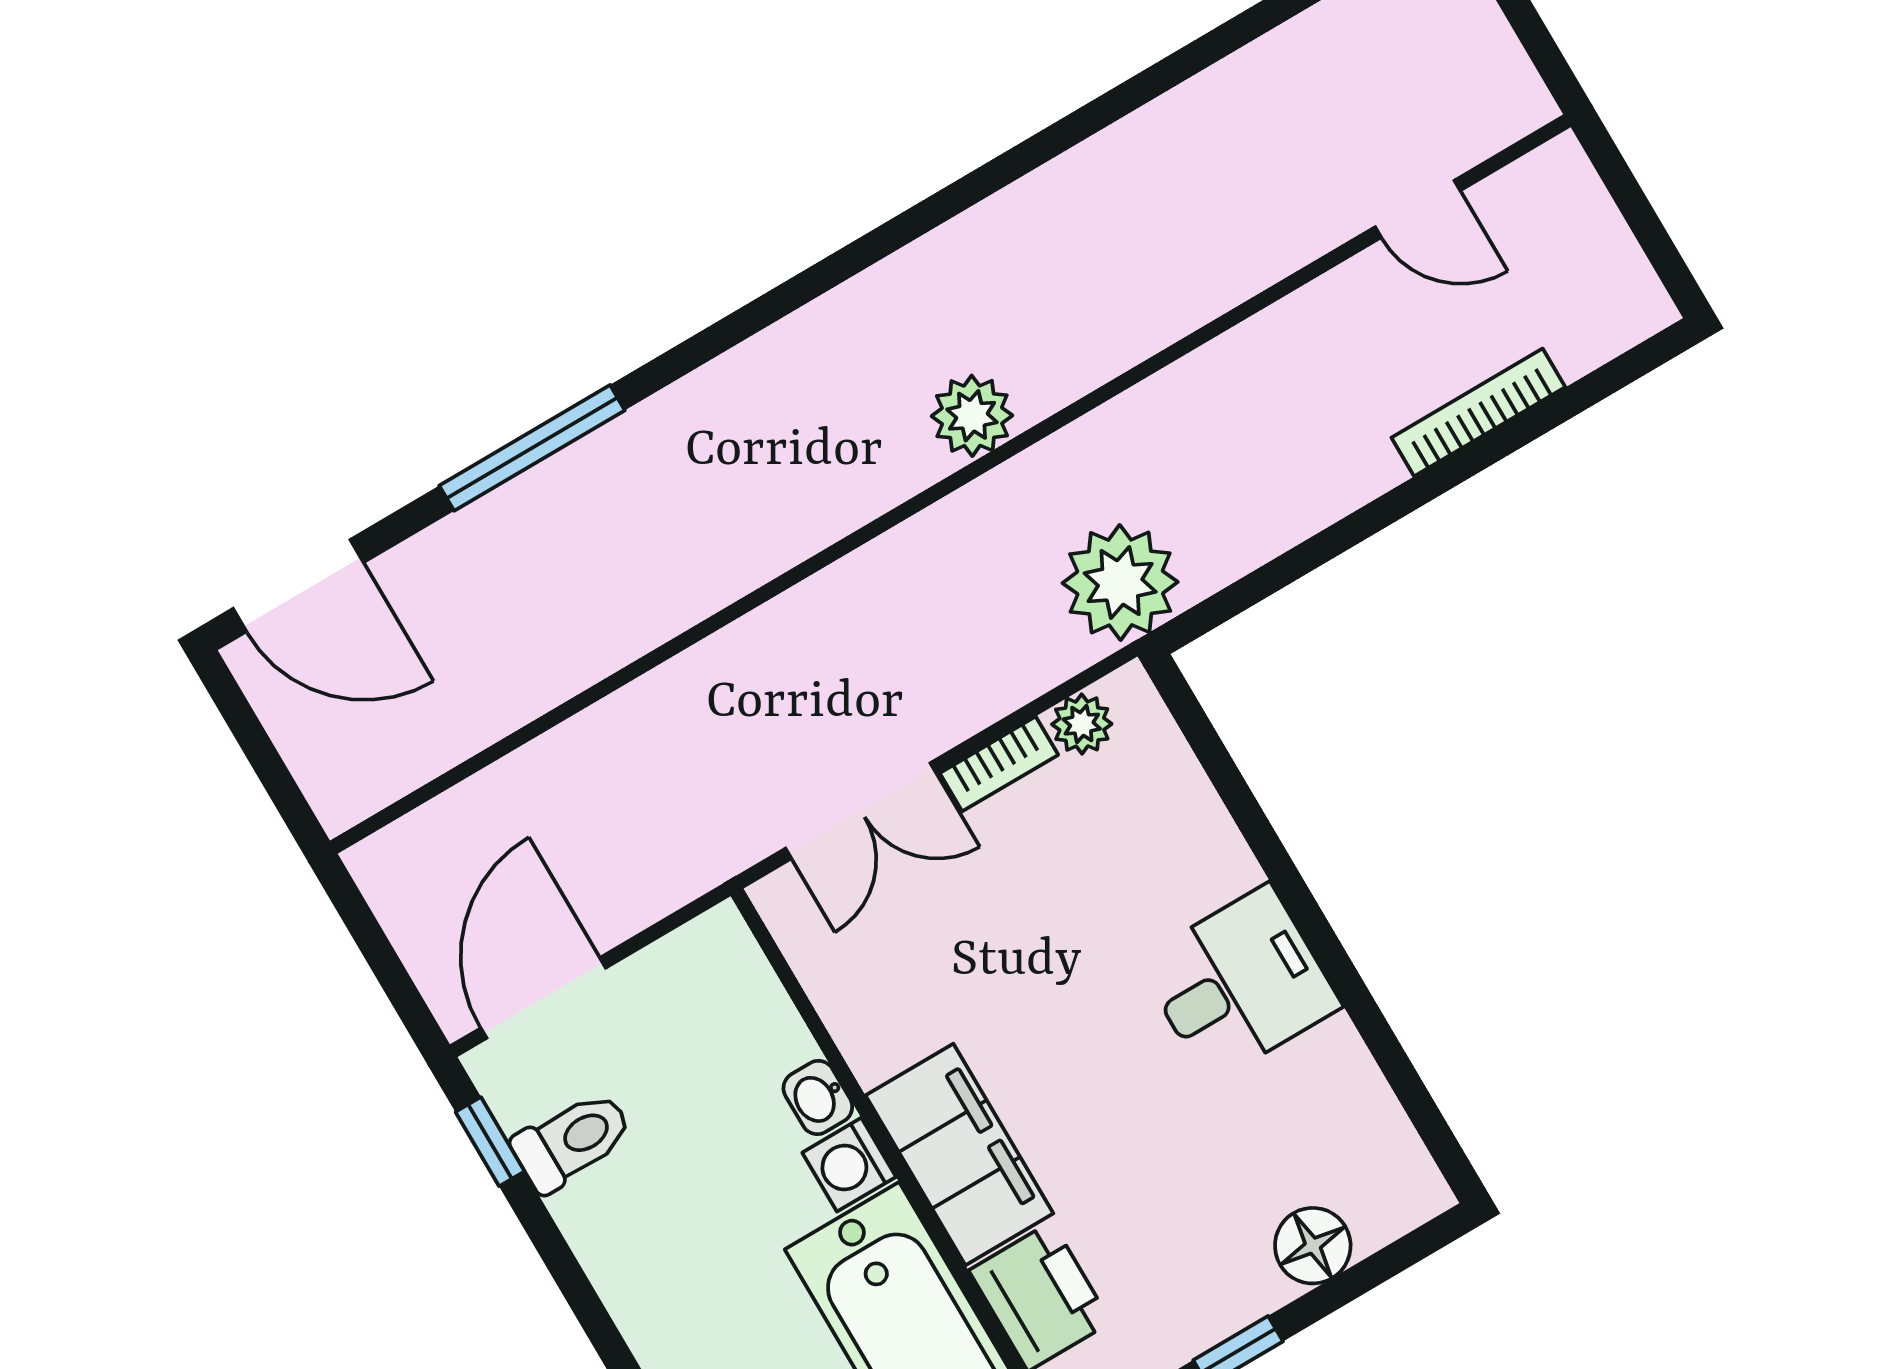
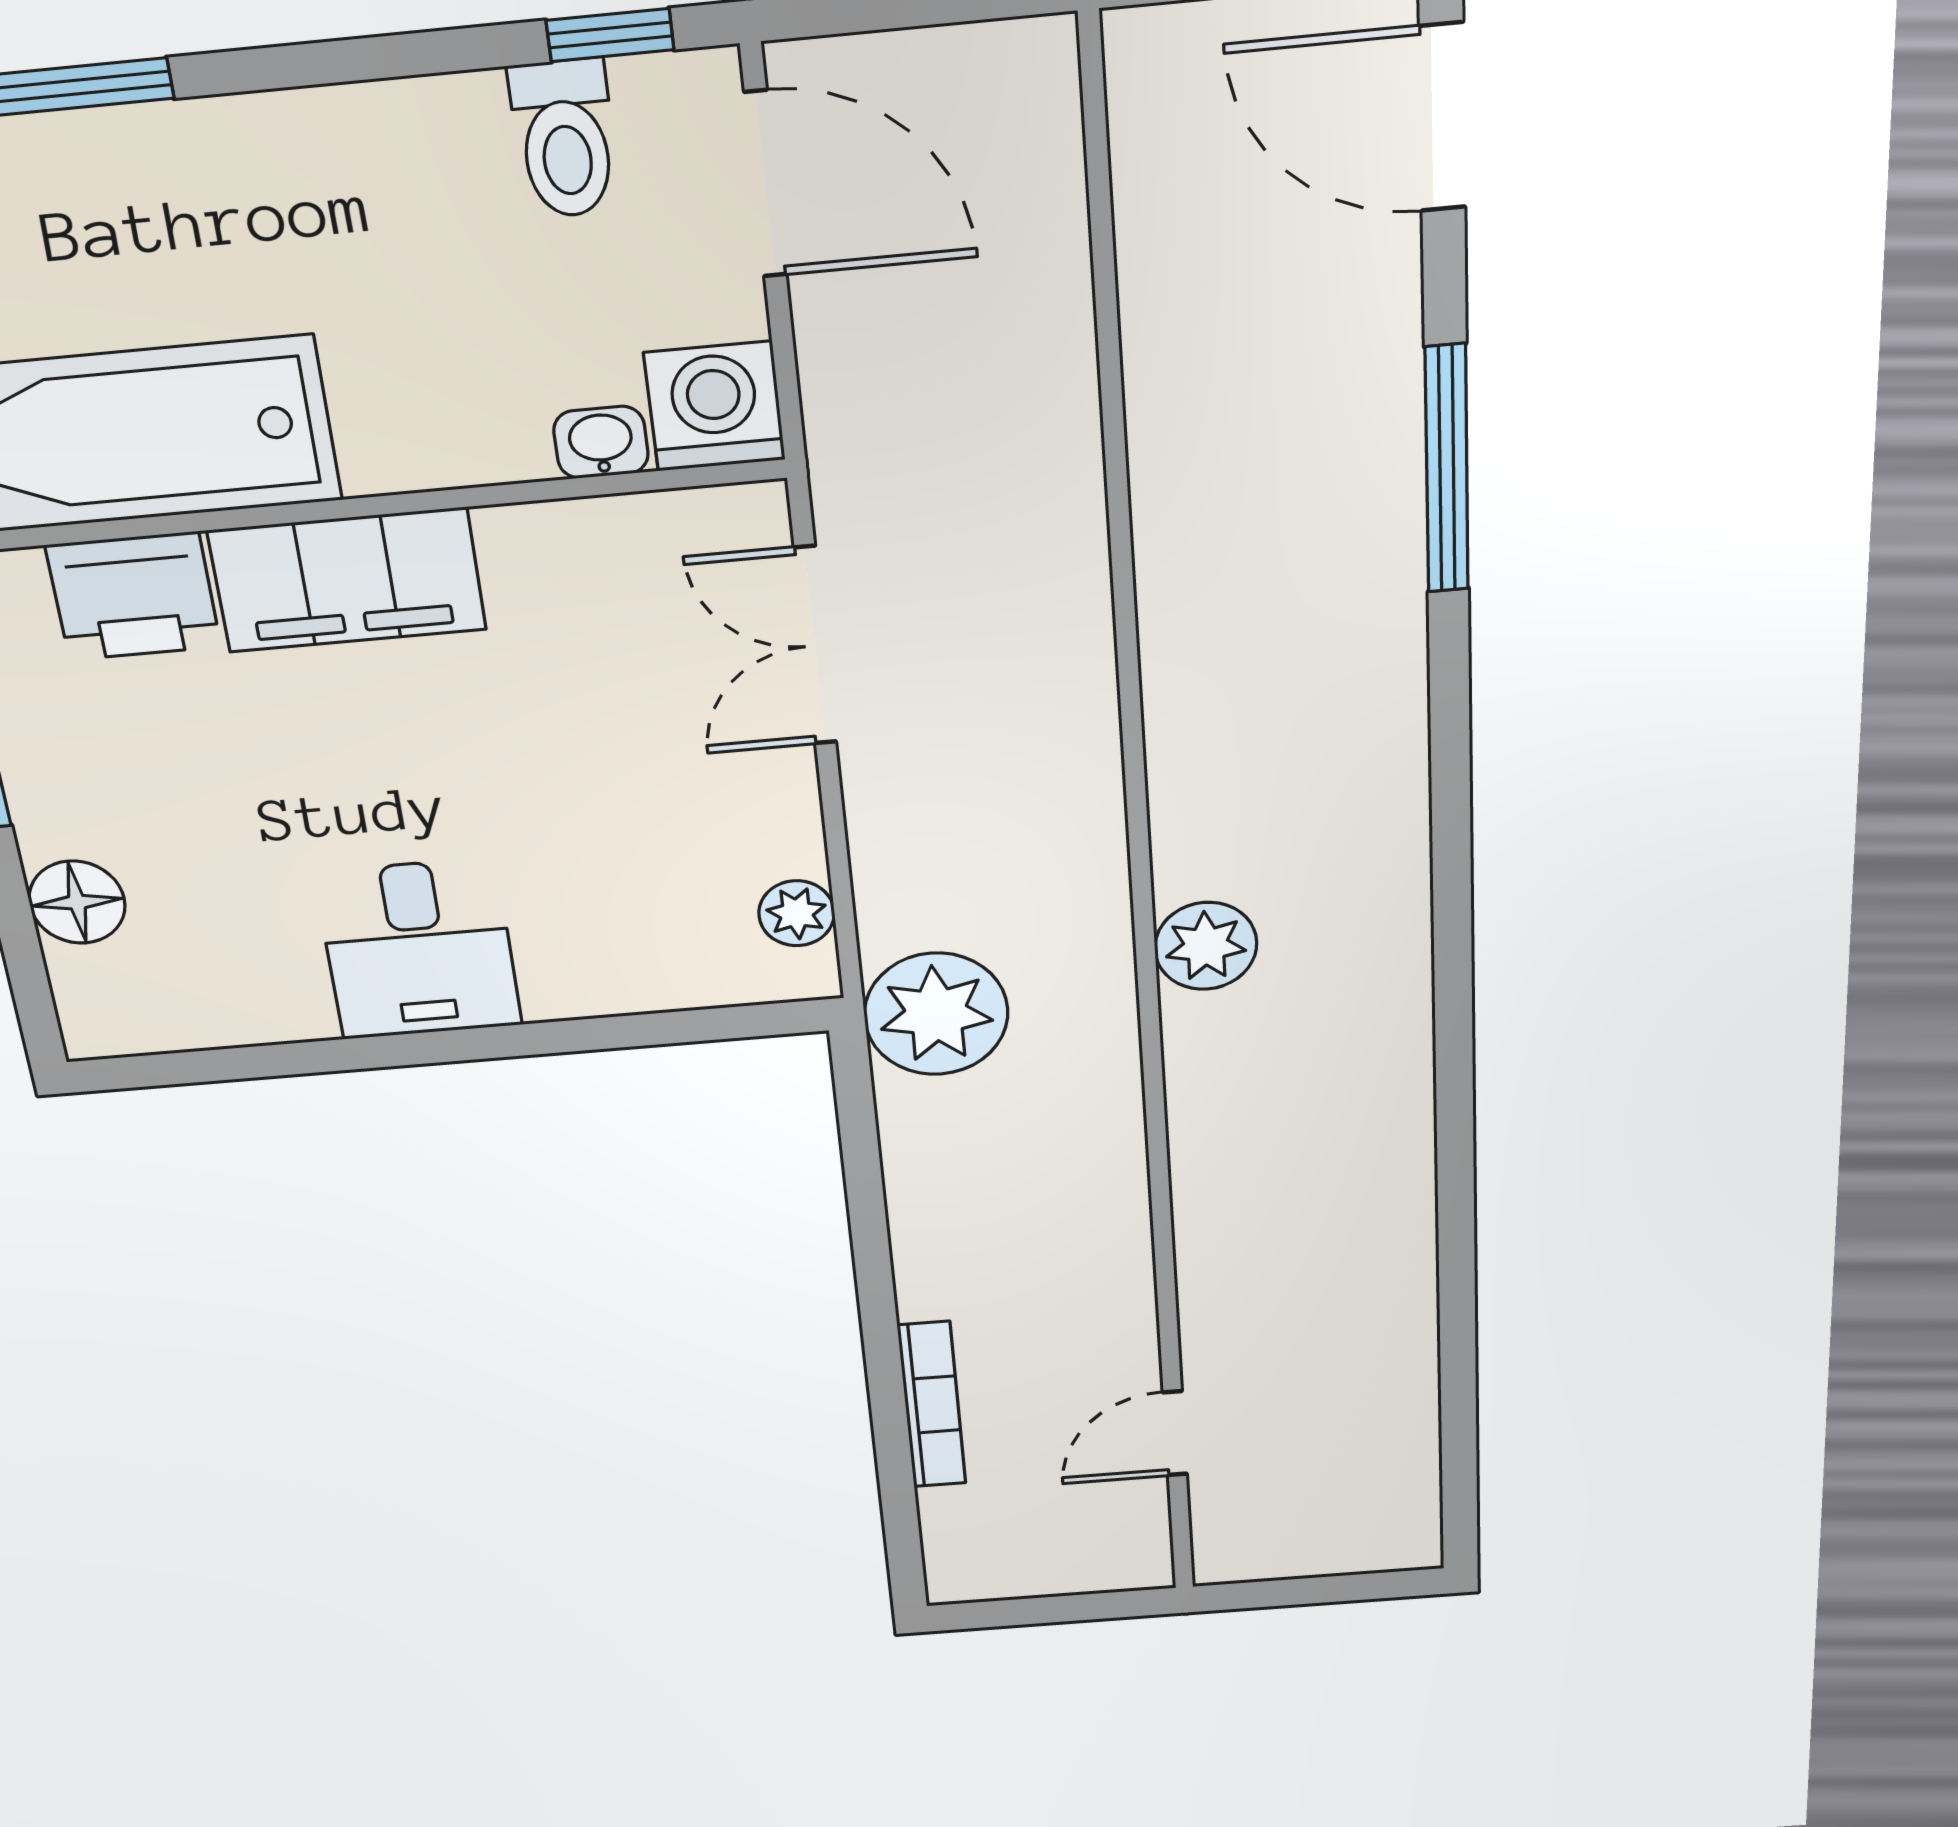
door: (298, 586) -> (1442, 117), hinge flipped
bookcase: (999, 764) -> (795, 812), removed
washbasin: (818, 1097) -> (601, 442), moved
washing machine: (849, 1165) -> (715, 406), moved, width x1.38, depth x1.38

